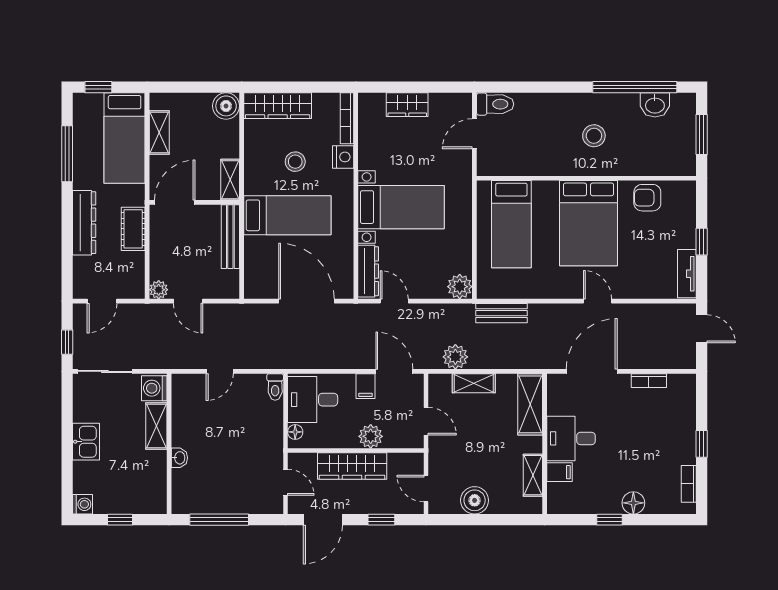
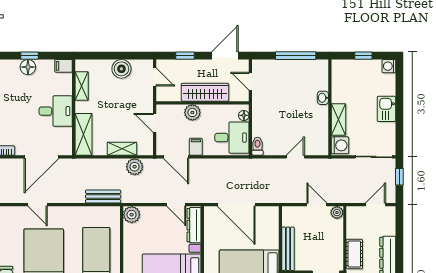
filing cabinet: (559, 472) -> (64, 66), moved
floor lamp: (633, 503) -> (28, 67), moved

